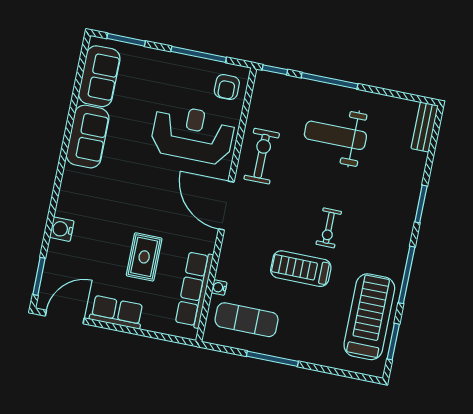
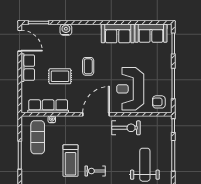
reception desk: (193, 134) -> (130, 89), turned 180
coffee table: (136, 202) -> (88, 66), added
treadmill: (301, 269) -> (71, 161), turned 180

